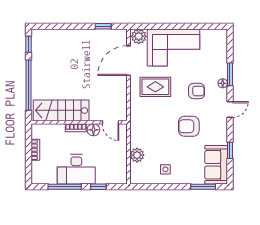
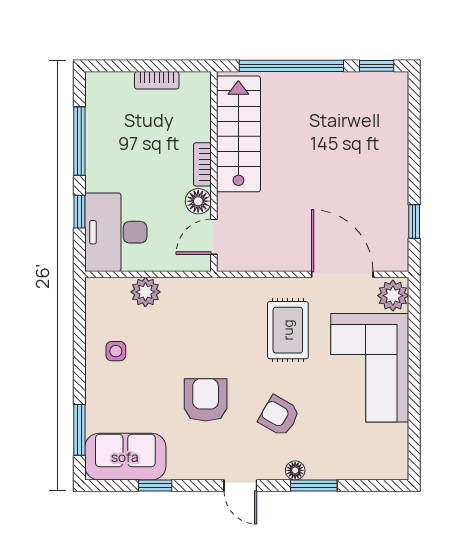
armchair: (197, 91) -> (279, 416), turned 120
desk: (76, 169) -> (116, 232), moved

